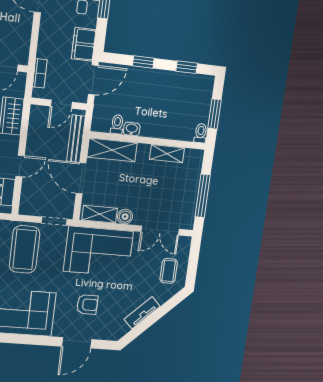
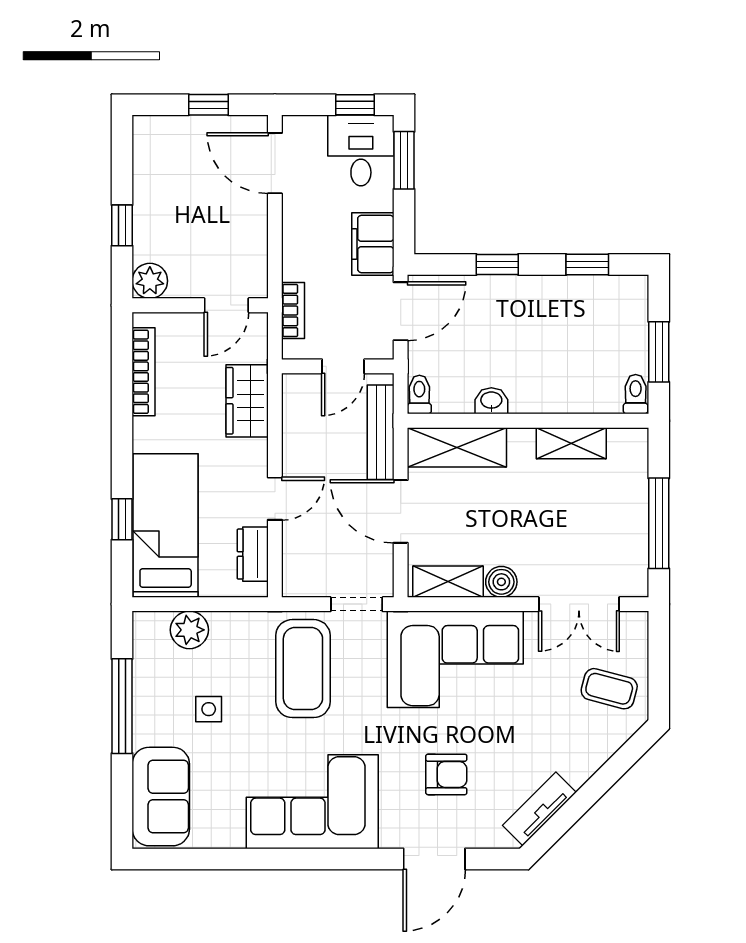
toilet: (117, 124) -> (419, 395), moved
coffee table: (169, 271) -> (609, 689), turned -75
tv unit: (142, 313) -> (539, 809), moved

